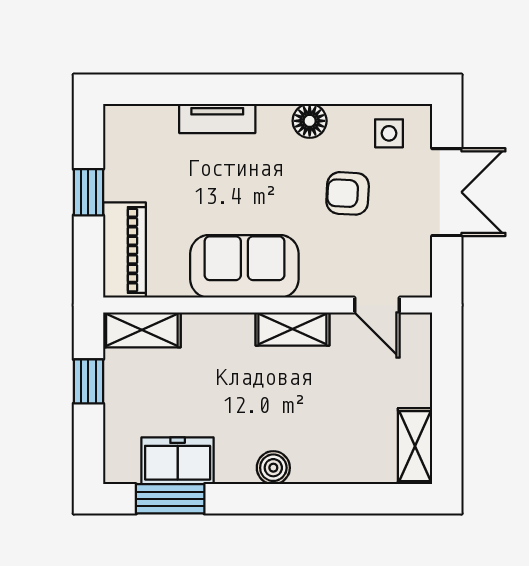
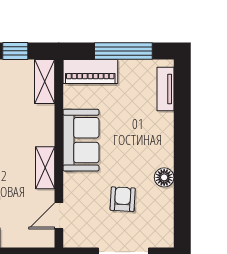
tv unit: (217, 118) -> (165, 89), moved
side table: (389, 133) -> (157, 223), removed
window: (88, 192) -> (123, 51), width x2.17

